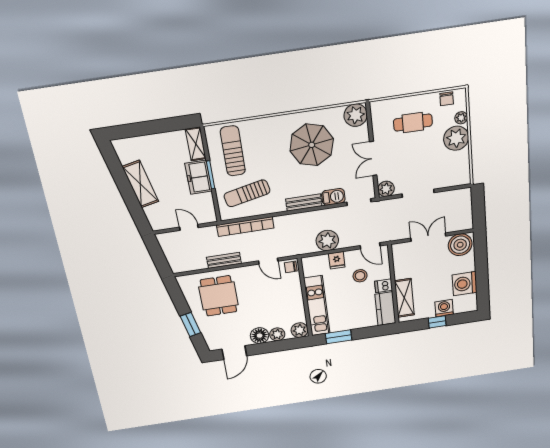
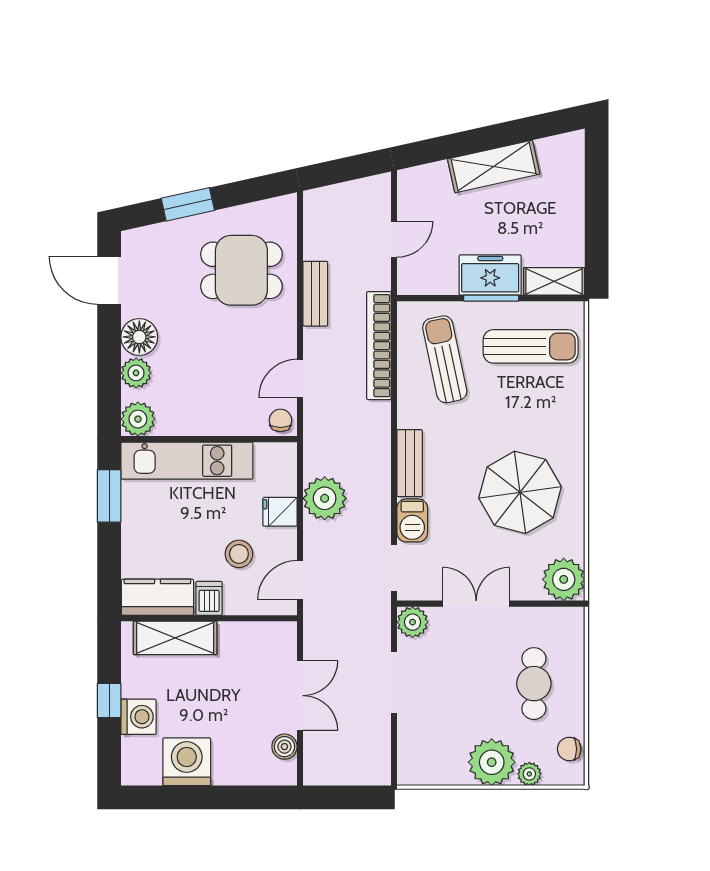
boiler: (460, 245) -> (284, 747), width x0.54, depth x0.54

